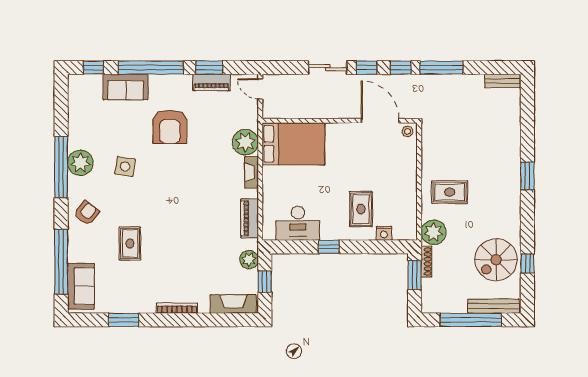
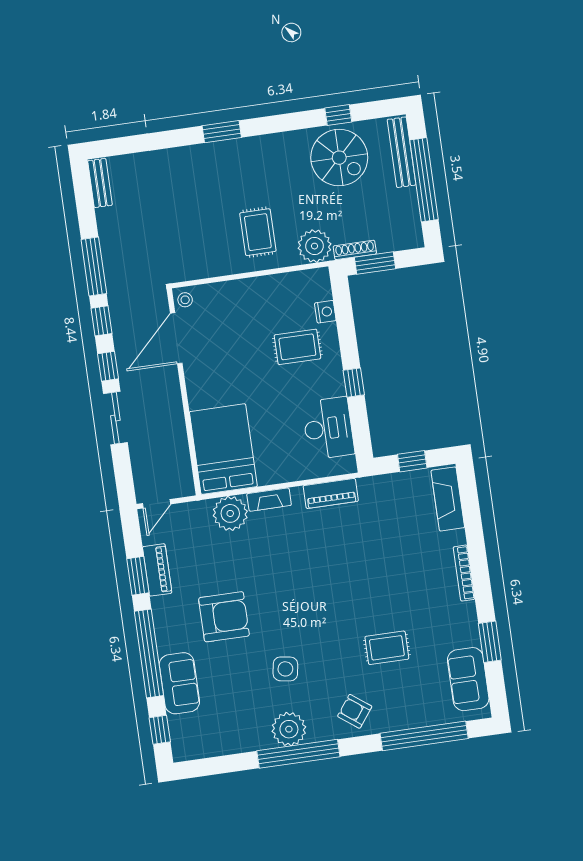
plant: (249, 260) -> (386, 486), removed
sofa: (81, 286) -> (468, 679), moved, turned -90

